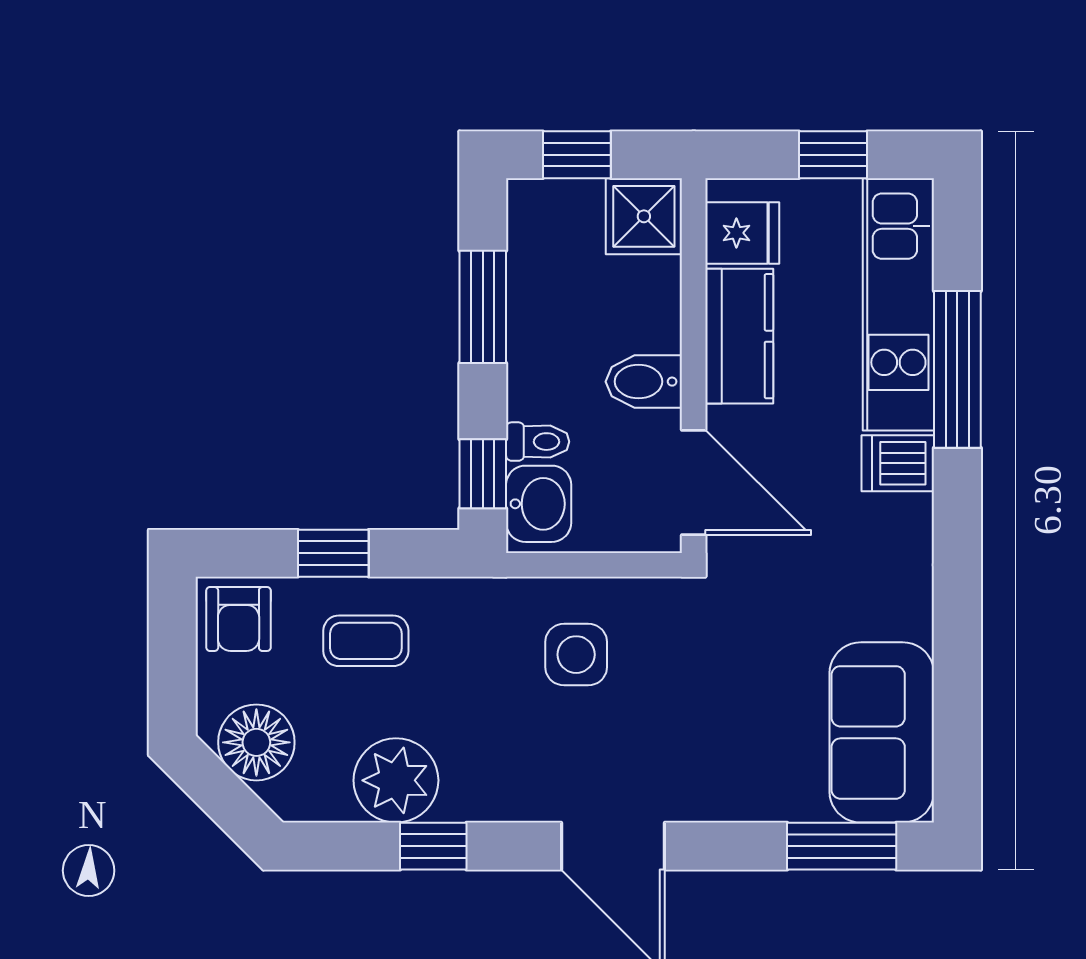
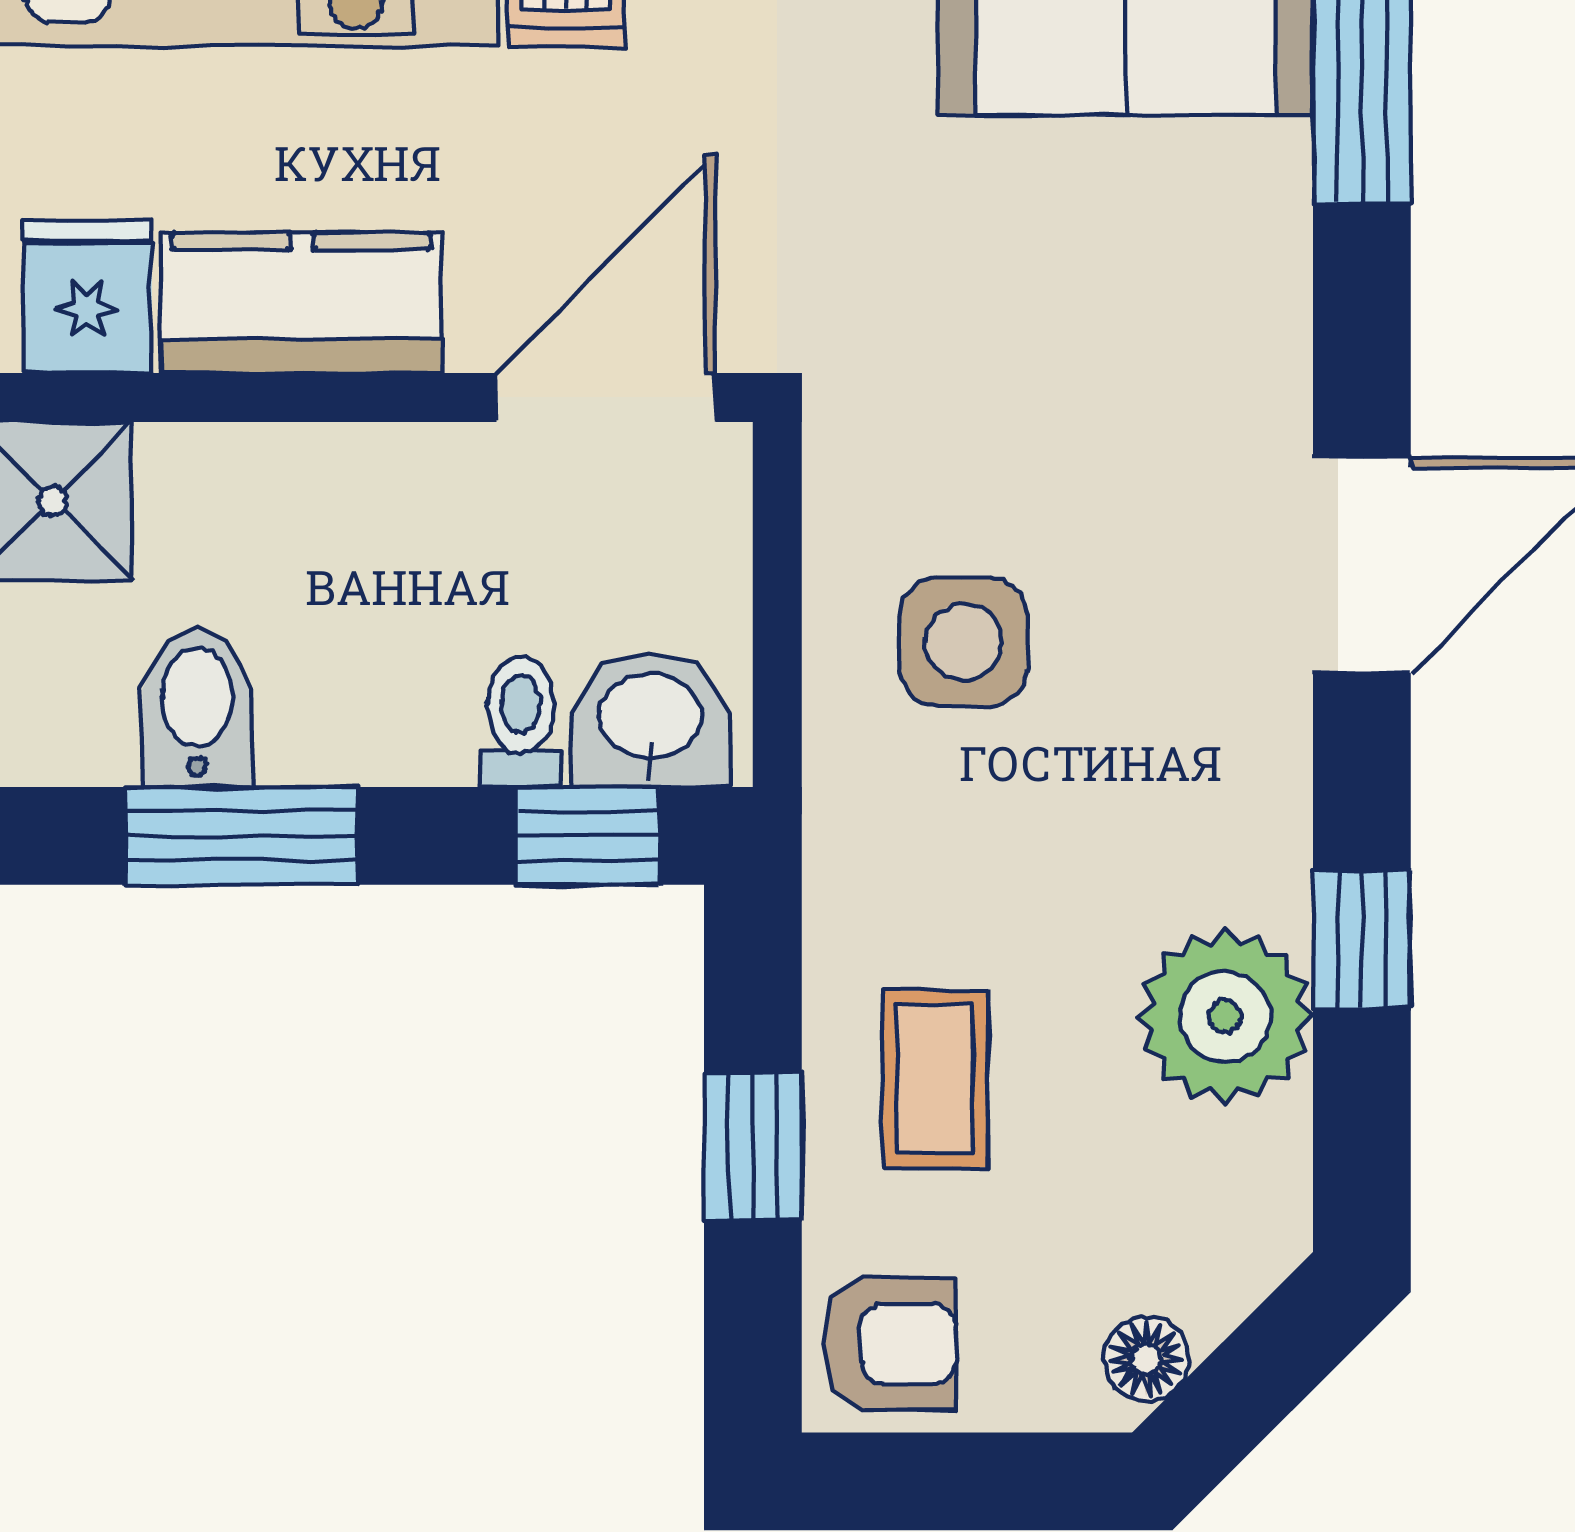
bidet: (644, 382) -> (197, 708), moved, turned 180
floor lamp: (256, 742) -> (1146, 1359), width x0.53, depth x0.53

